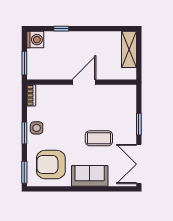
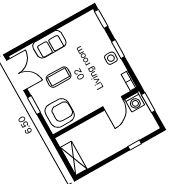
washing machine: (35, 40) -> (135, 102), moved, turned -90
door: (84, 82) -> (113, 103), moved
armchair: (51, 165) -> (60, 113), moved

